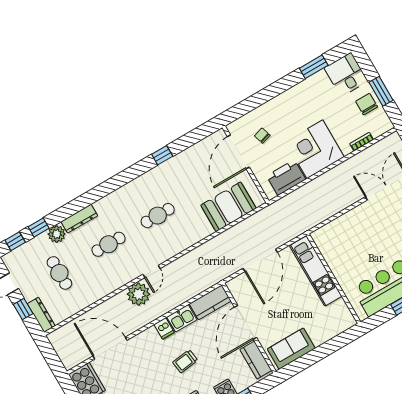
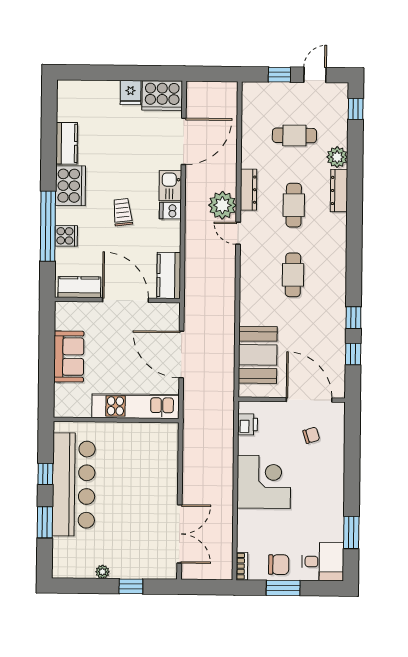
bookcase: (362, 142) -> (242, 566), moved
printer: (286, 178) -> (248, 424), width x0.53, depth x0.68
window: (39, 228) -> (353, 354), moved
dresser: (41, 315) -> (248, 190), moved, turned -90
kitchen sink: (182, 318) -> (170, 186), moved
sofa: (291, 349) -> (69, 357), moved

